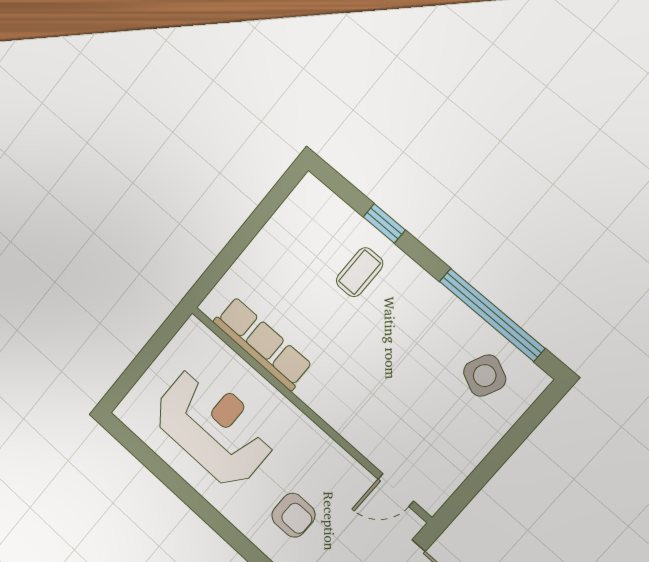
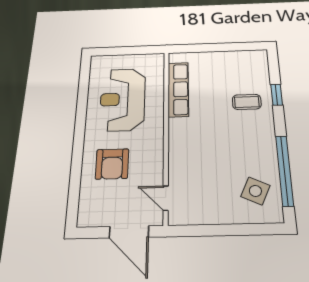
reception desk: (214, 427) -> (123, 99), turned 180
armchair: (293, 515) -> (112, 164), width x1.38, depth x1.38

